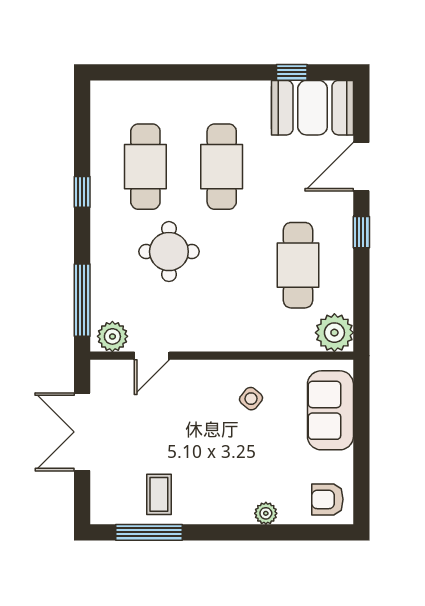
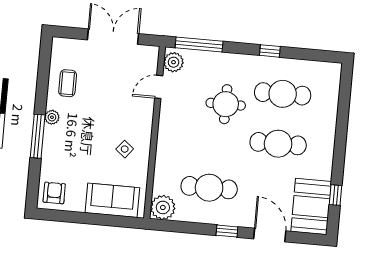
door: (152, 356) -> (159, 87), hinge flipped
coffee table: (159, 494) -> (68, 83), turned 90
plant: (266, 513) -> (52, 117), moved
window: (149, 532) -> (38, 136), moved

